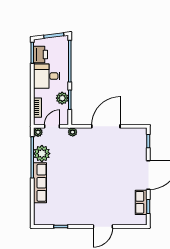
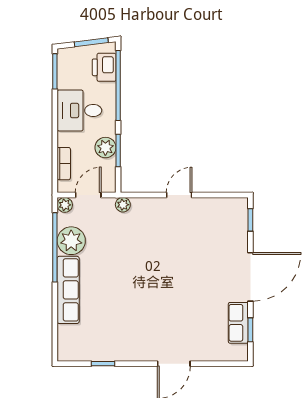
printer: (40, 54) -> (104, 67), moved, turned 180
door: (106, 126) -> (179, 195), width x0.53

